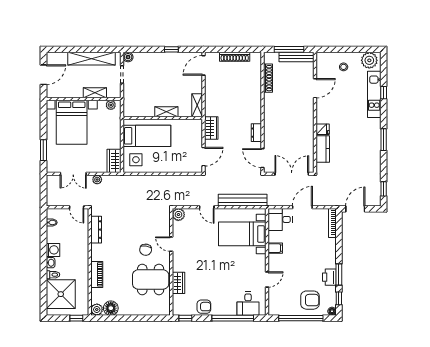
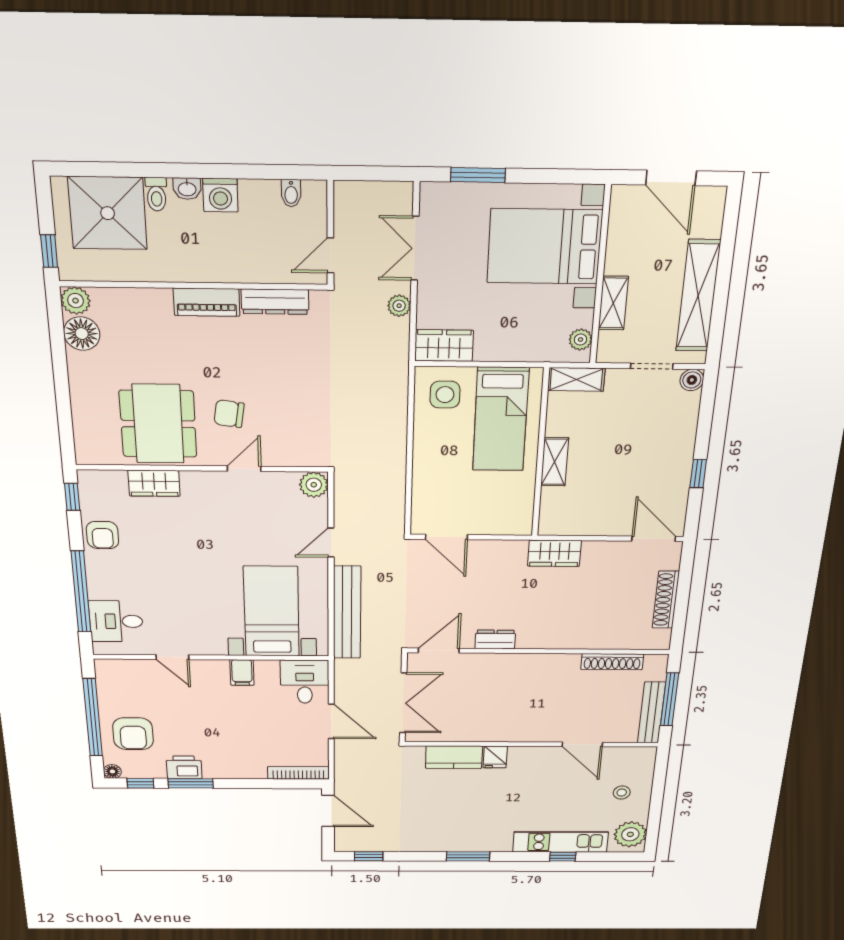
shelving: (197, 105) -> (576, 379), moved
wardrobe: (211, 128) -> (554, 553), moved
piano: (97, 274) -> (207, 302), moved

